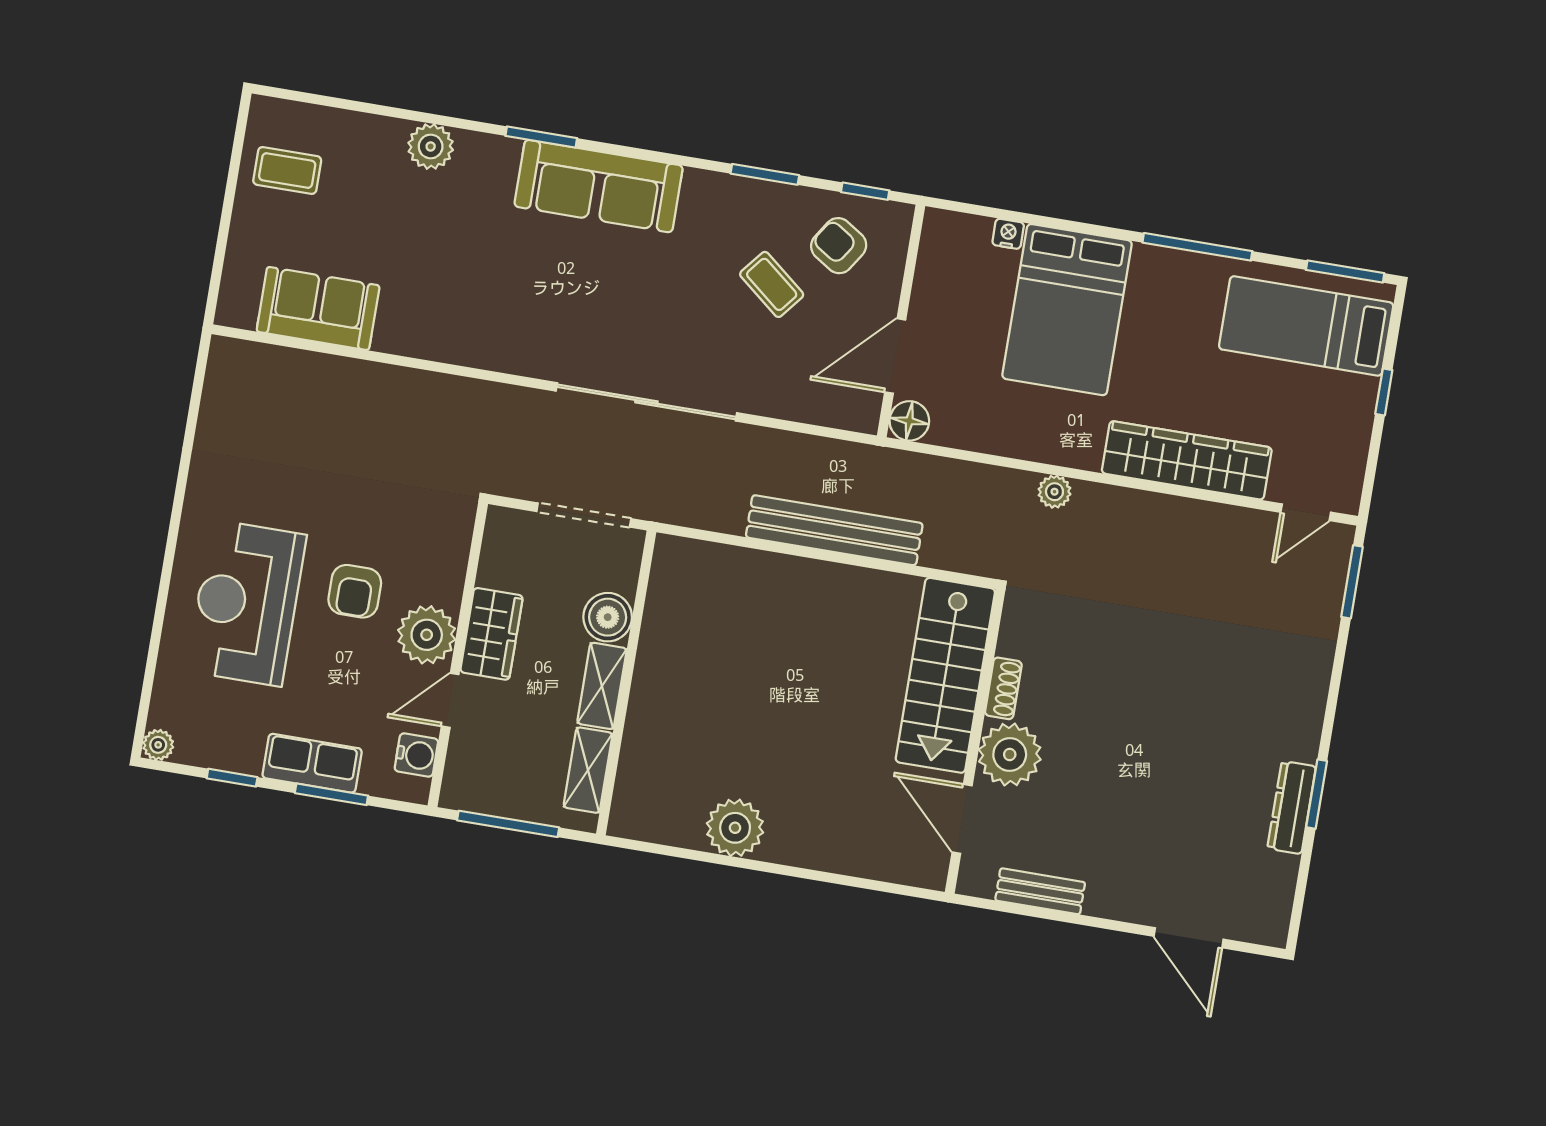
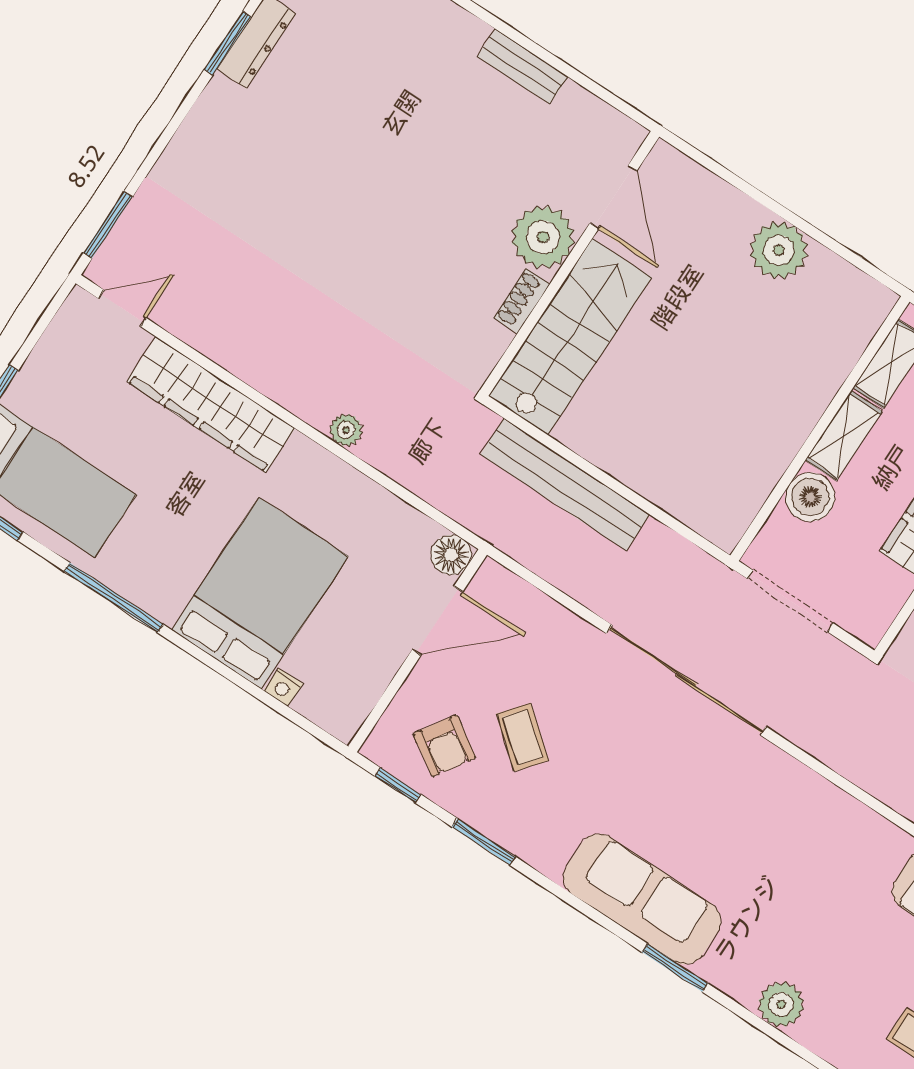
stairs: (945, 675) -> (570, 337), moved
shoe rack: (1003, 688) -> (522, 301), moved
wall: (975, 741) -> (570, 264), moved
plant: (1010, 755) -> (543, 237), moved
door: (962, 819) -> (613, 197), moved

